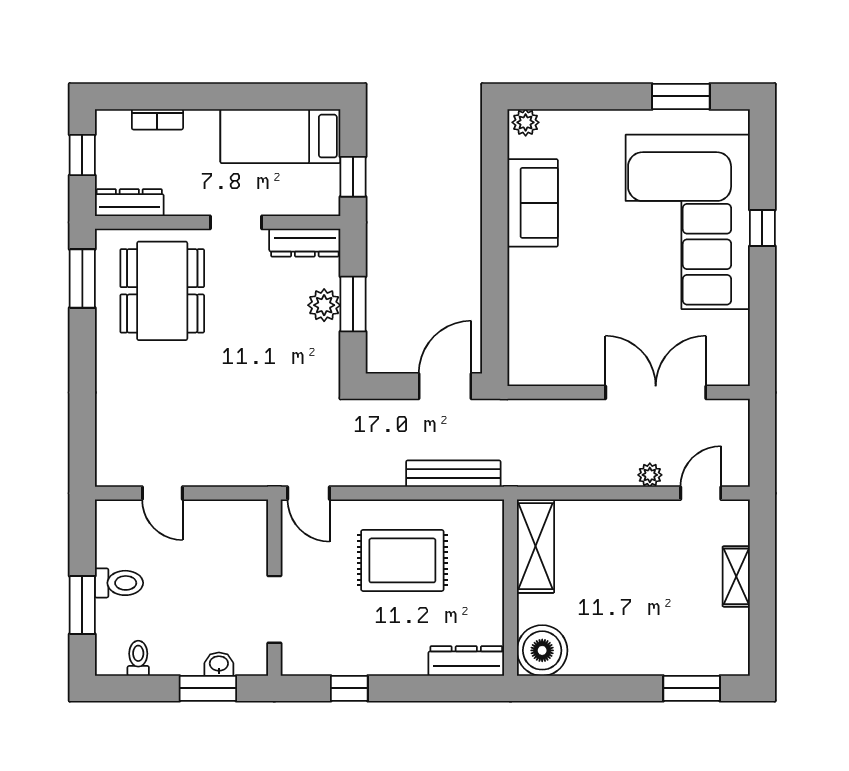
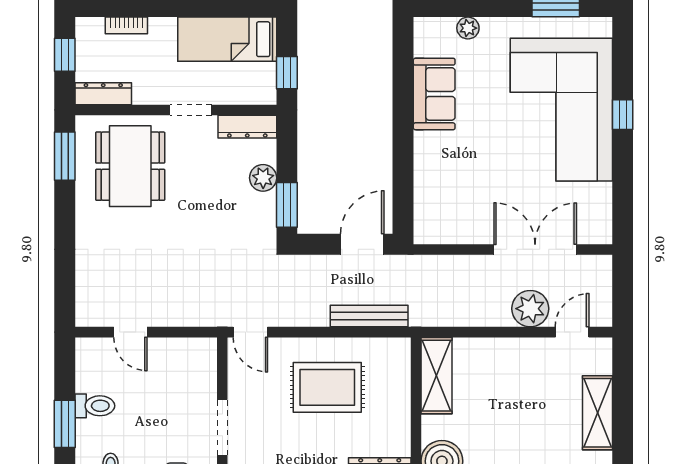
plant: (526, 122) -> (468, 28), moved
window: (353, 304) -> (287, 205), moved
plant: (650, 475) -> (530, 309), width x1.88, depth x1.88
shelving: (736, 576) -> (597, 413), width x1.50, depth x1.33

